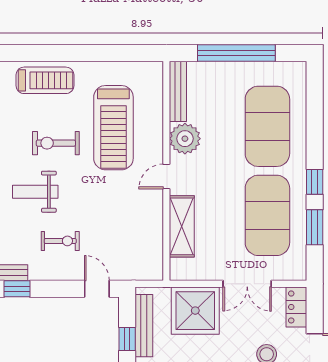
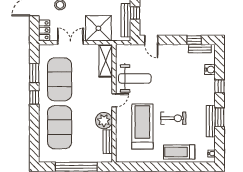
bench: (178, 91) -> (108, 142), width x0.73
weight bench: (35, 192) -> (135, 78), moved, width x1.36, depth x1.33
shelving: (182, 226) -> (106, 61), moved
exercise bike: (60, 241) -> (171, 66), removed

